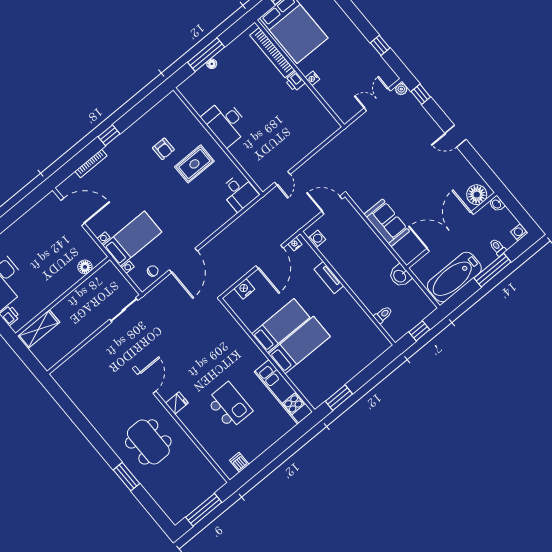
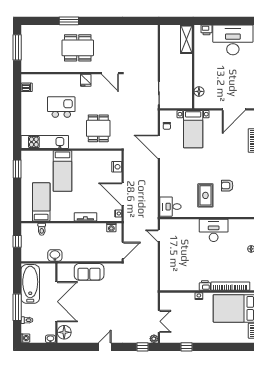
bed: (281, 326) -> (41, 202), moved, turned 180
dining table: (219, 345) -> (98, 128), added
kitchen island: (229, 406) -> (61, 107), turned 180

